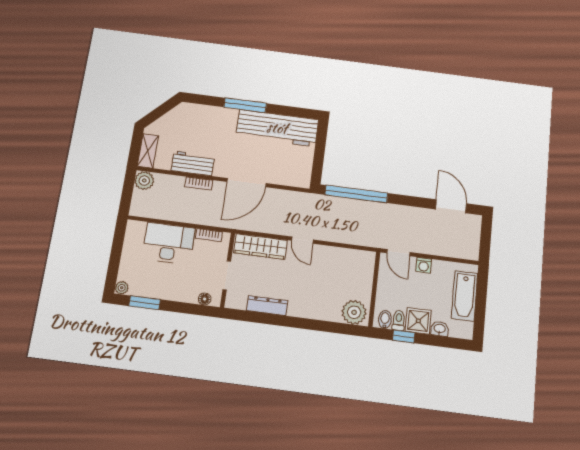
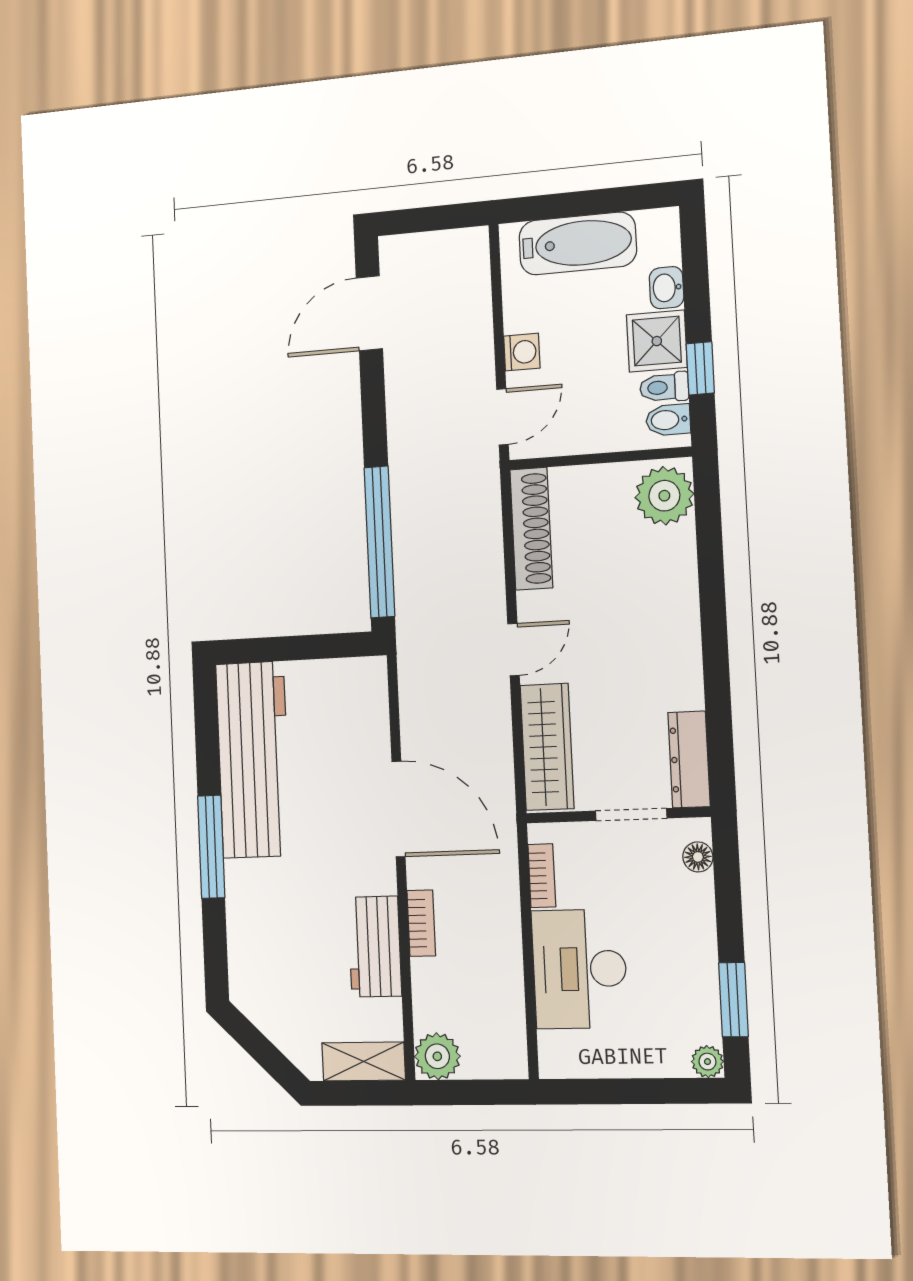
shoe rack: (350, 256) -> (531, 529), added
dresser: (267, 306) -> (689, 759), moved

